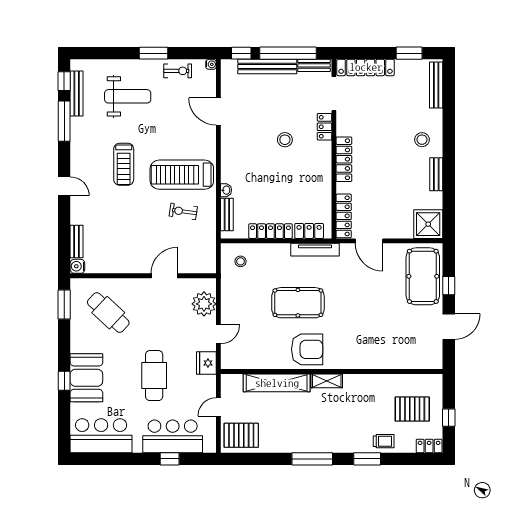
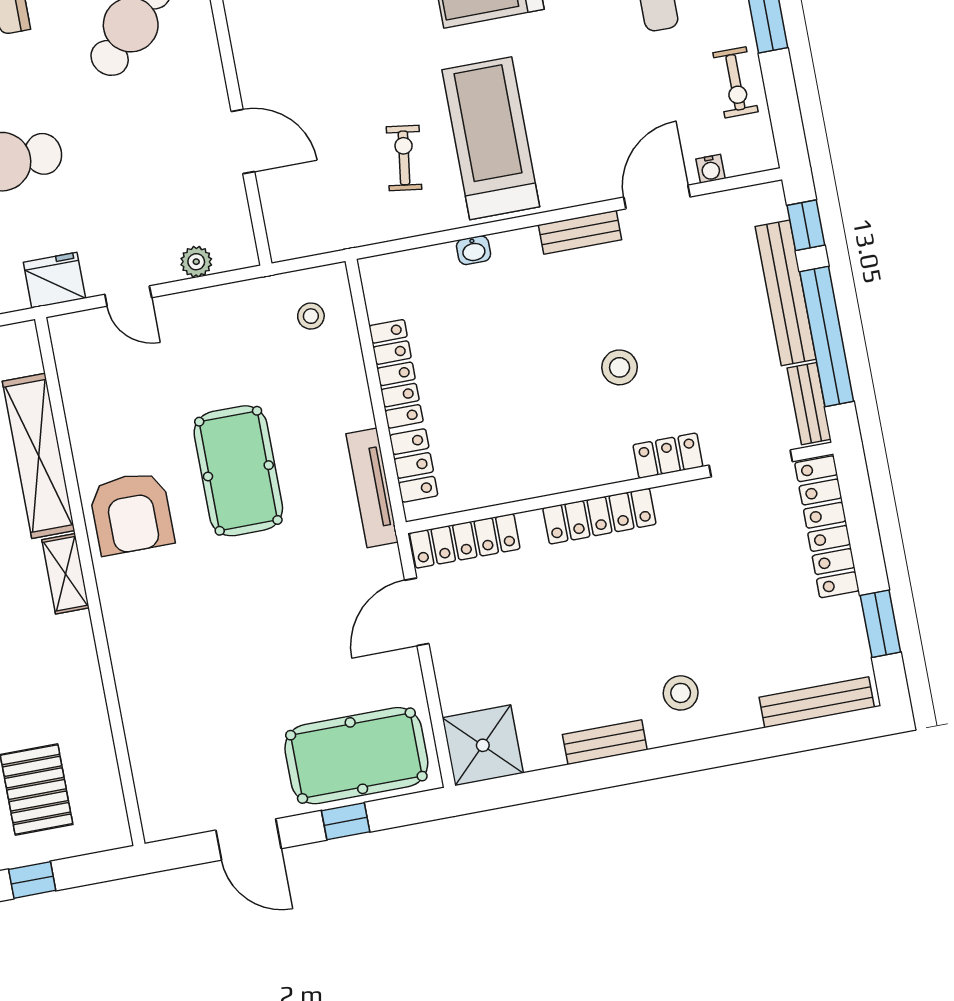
water cooler: (211, 64) -> (710, 169), moved
bench: (227, 214) -> (580, 232), moved
plant: (204, 304) -> (196, 262), width x0.53, depth x0.53

